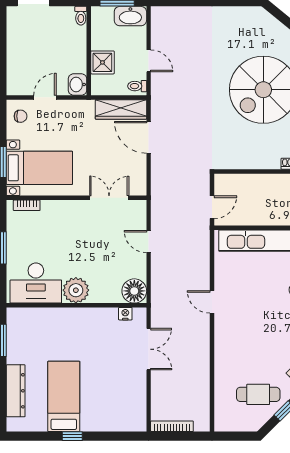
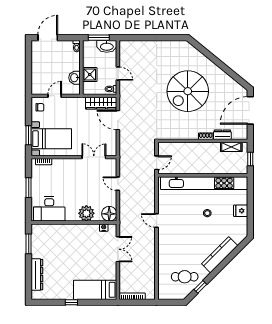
washbasin: (77, 84) -> (75, 78), moved
plant: (76, 290) -> (86, 213), moved
bed: (64, 396) -> (95, 290), moved, turned -90

